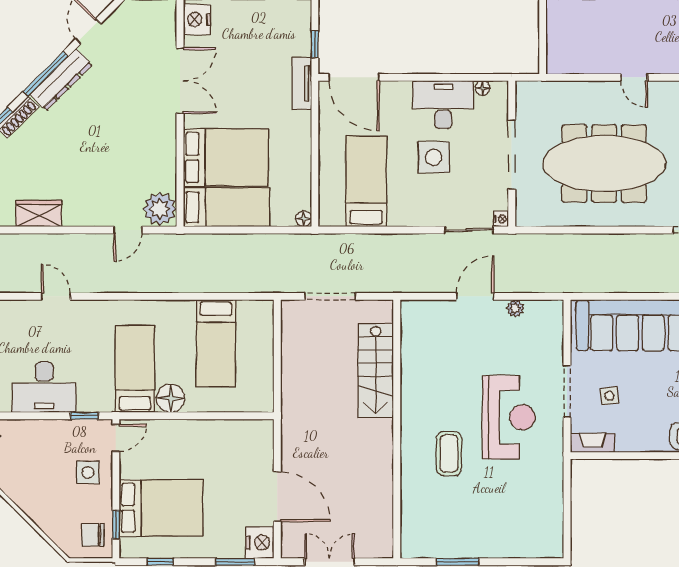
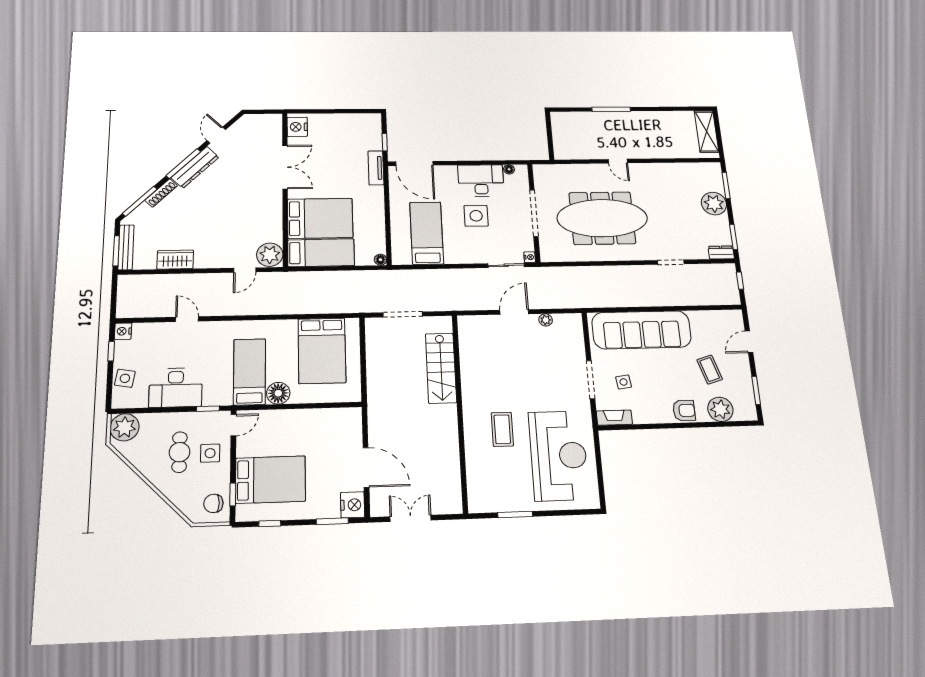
bed: (216, 343) -> (322, 351), width x1.50
reception desk: (509, 417) -> (559, 456), moved, width x1.36, depth x1.30
cafe table: (51, 470) -> (180, 452), added

